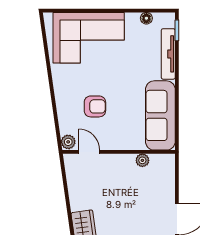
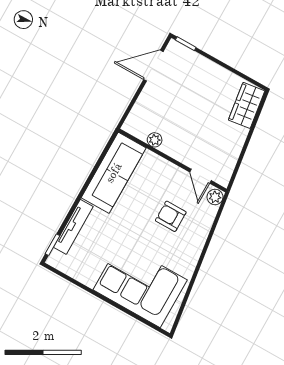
floor lamp: (146, 18) -> (75, 272), removed

